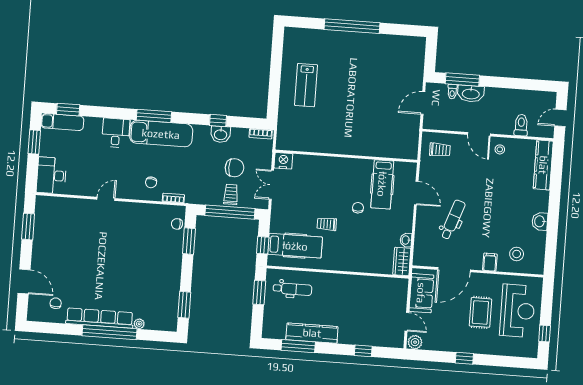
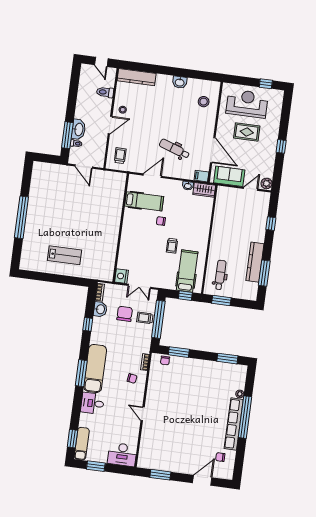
washbasin: (221, 134) -> (100, 309), moved
filing cabinet: (490, 262) -> (201, 176), moved

